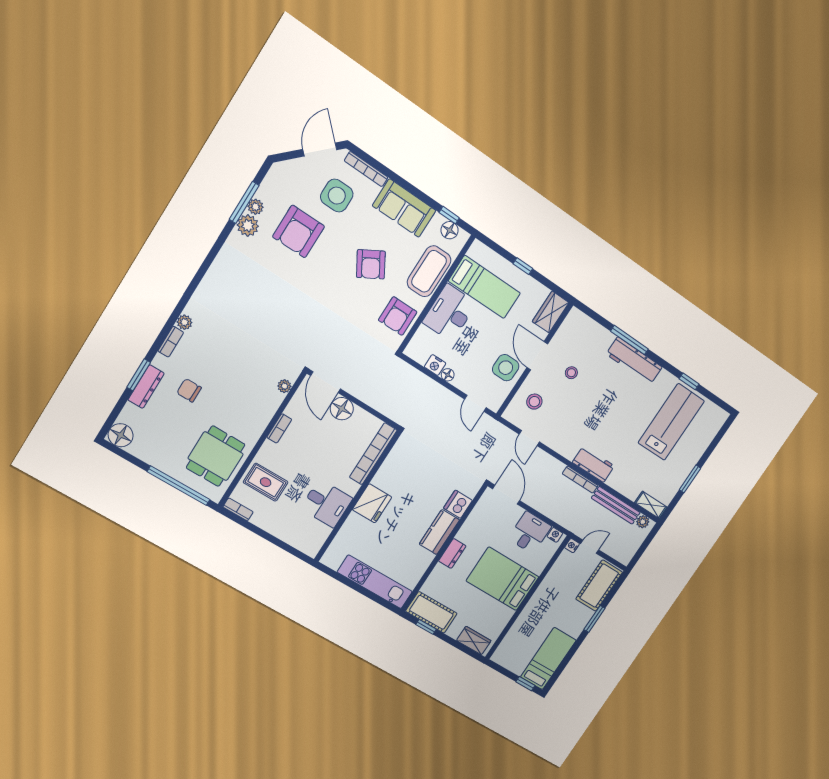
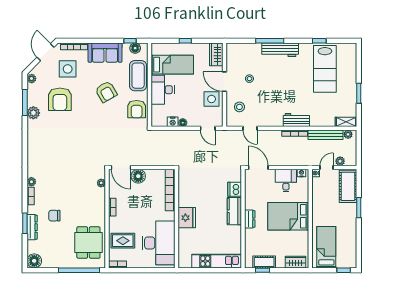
plant: (255, 207) -> (32, 79), moved
lab bench: (671, 422) -> (325, 69), turned 180
desk: (327, 503) -> (159, 243), width x1.87, depth x1.30
plant: (611, 549) -> (340, 161), added
cot: (431, 612) -> (264, 262), width x0.73, depth x0.75
bed: (548, 659) -> (326, 247), moved

